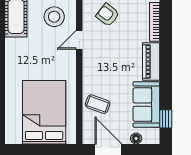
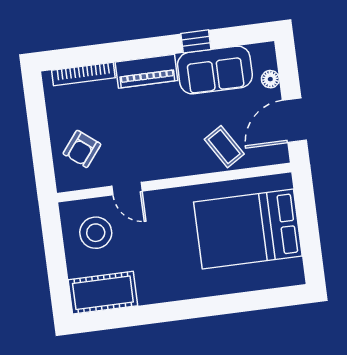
coffee table: (98, 104) -> (224, 147), turned -52
window: (166, 119) -> (196, 41), moved

